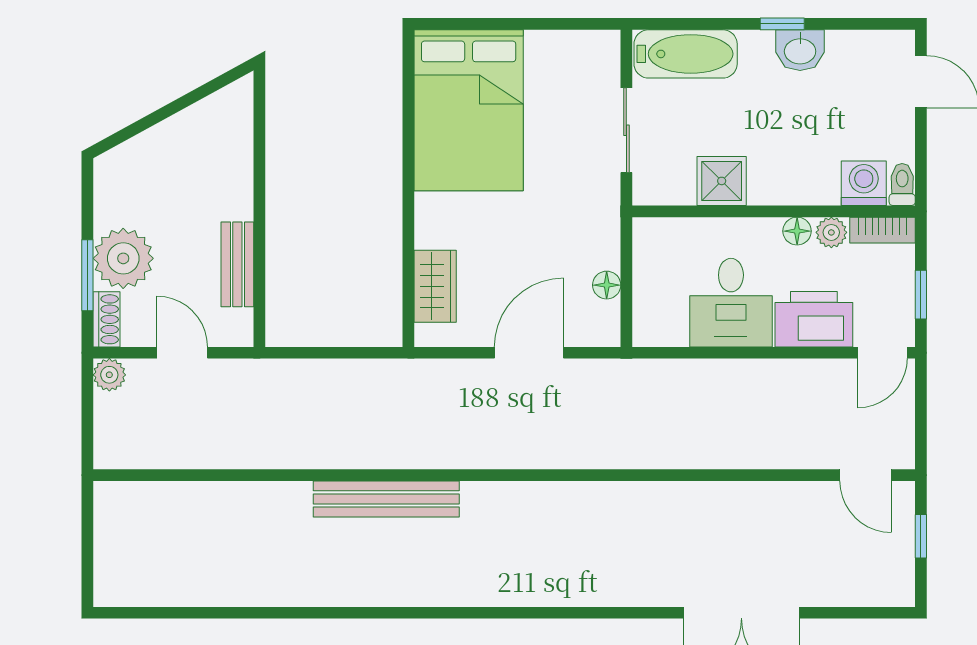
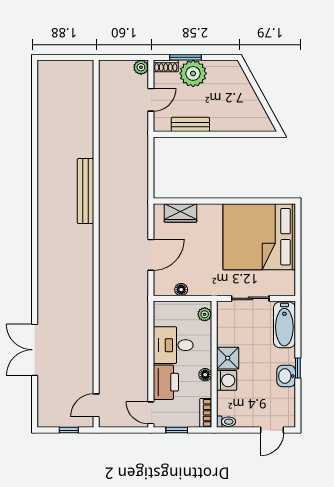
bed: (469, 110) -> (259, 237), width x1.36
shower: (722, 181) -> (228, 358), moved
washing machine: (864, 183) -> (227, 380), moved
plant: (831, 232) -> (205, 314), moved
door: (529, 353) -> (151, 255), hinge flipped

